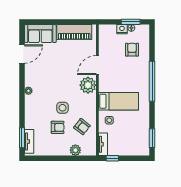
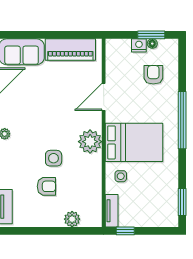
plant: (88, 85) -> (90, 142), moved
bed: (119, 101) -> (134, 142), width x1.50
armchair: (82, 127) -> (81, 185), removed

